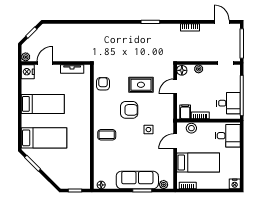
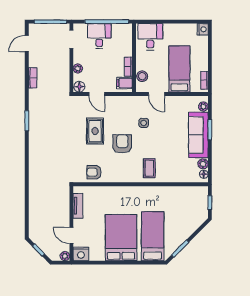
desk: (228, 103) -> (99, 36), moved
bed: (43, 104) -> (121, 238), width x1.50
plant: (111, 184) -> (203, 164), added

